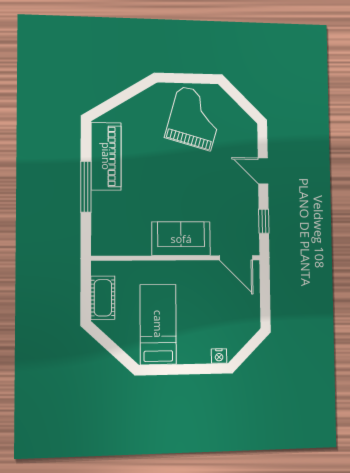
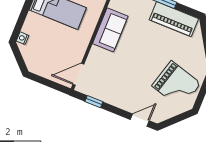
door: (263, 171) -> (140, 120), moved
sofa: (181, 239) -> (110, 30), moved

